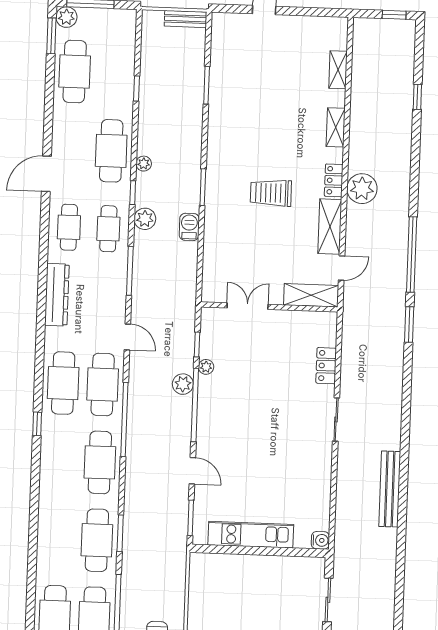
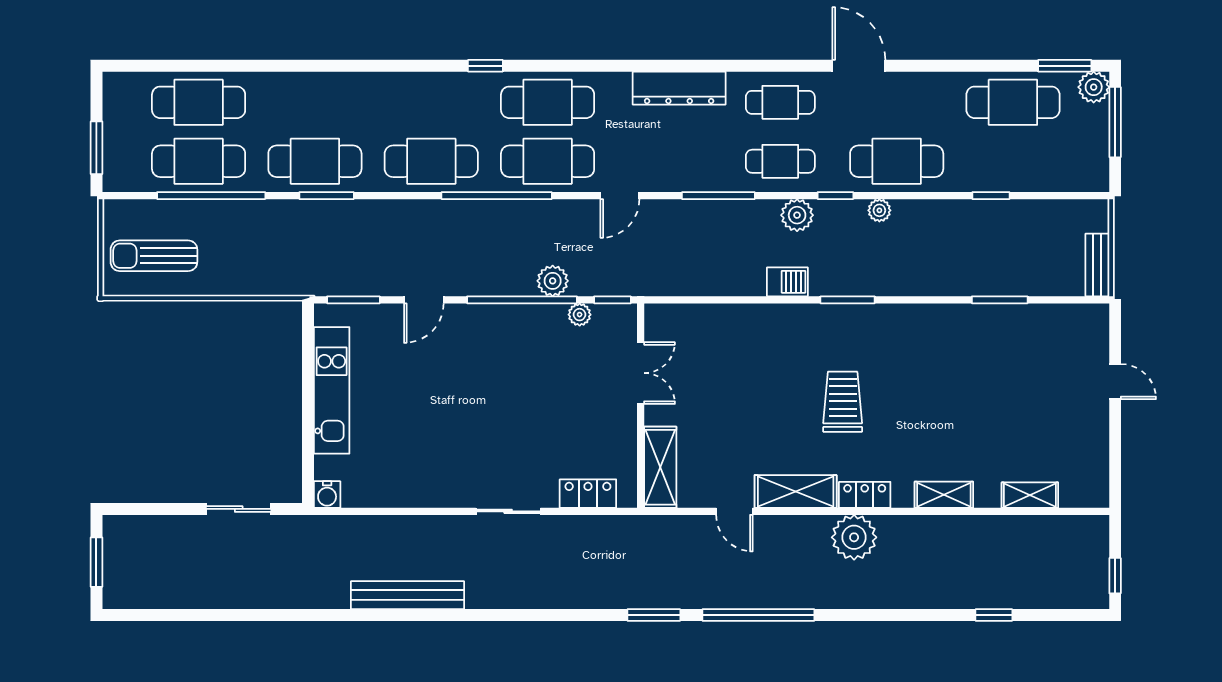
shelving: (311, 295) -> (660, 467), moved
double door: (248, 306) -> (641, 373), moved
wall: (269, 307) -> (641, 406), moved

